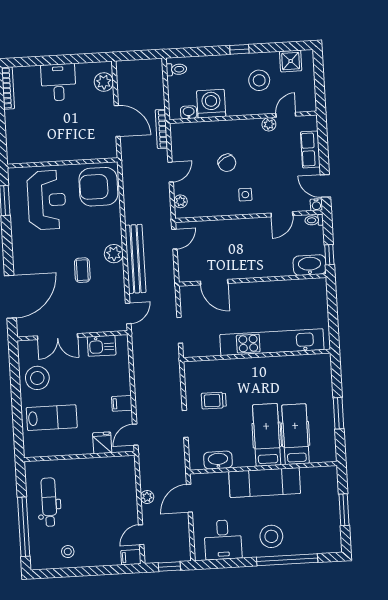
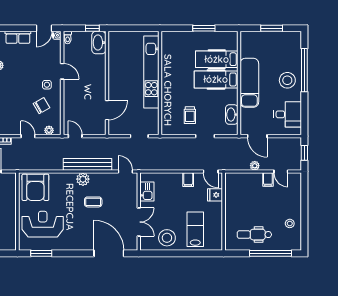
chair: (227, 163) -> (42, 106), moved
door: (282, 214) -> (62, 71), moved
filing cabinet: (131, 557) -> (268, 179), moved

